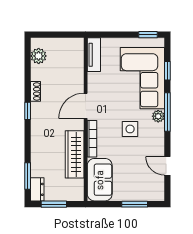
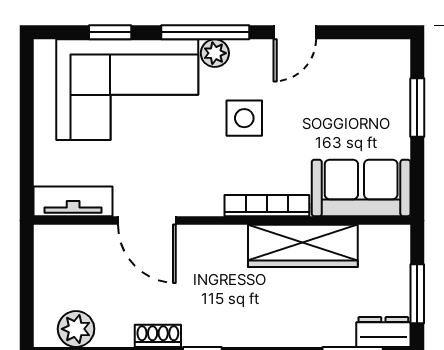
window: (148, 35) -> (27, 77), removed
door: (86, 106) -> (147, 221), moved
door: (167, 166) -> (295, 32), moved

